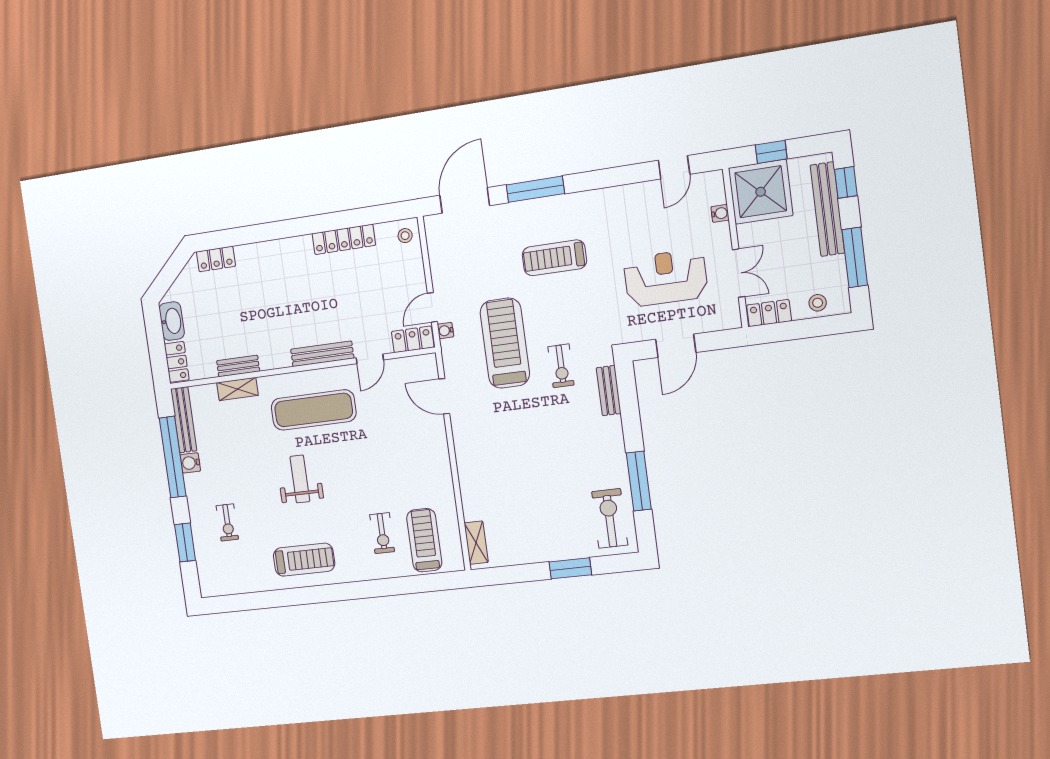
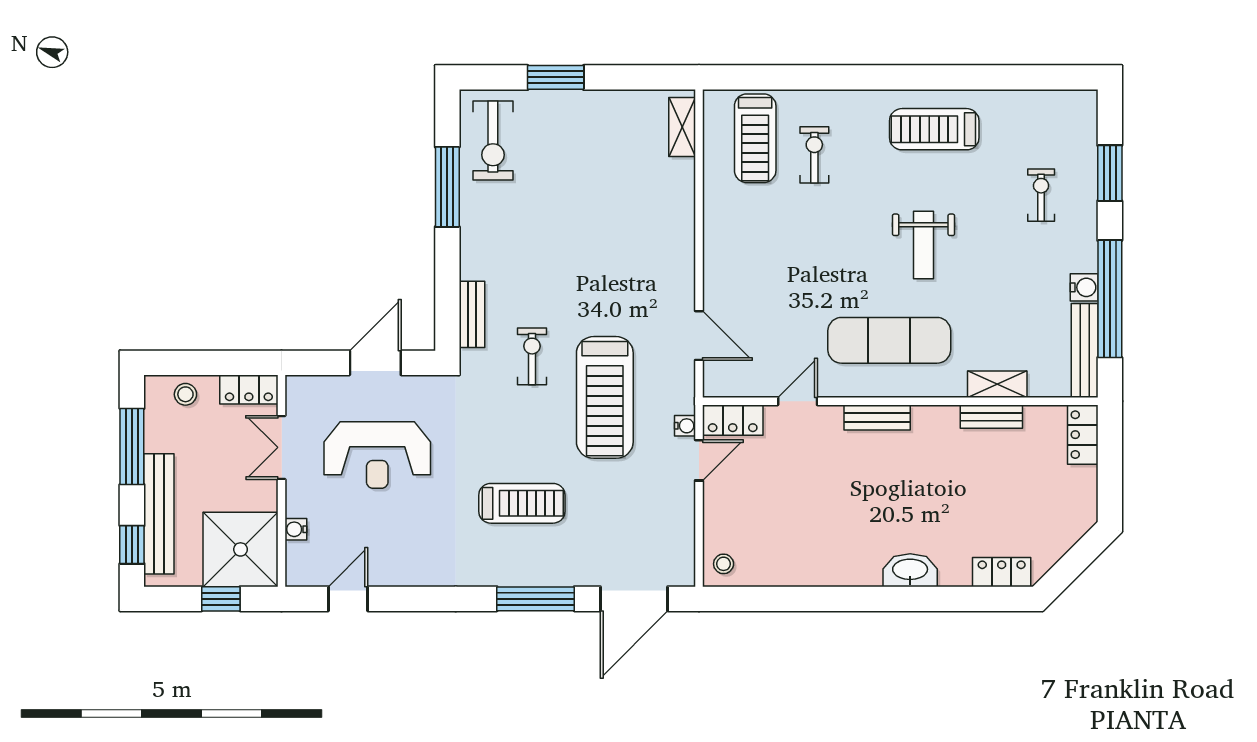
locker: (344, 239) -> (811, 572), removed
washbasin: (172, 321) -> (910, 570), moved, turned 90
bench: (322, 354) -> (877, 417), width x0.73

